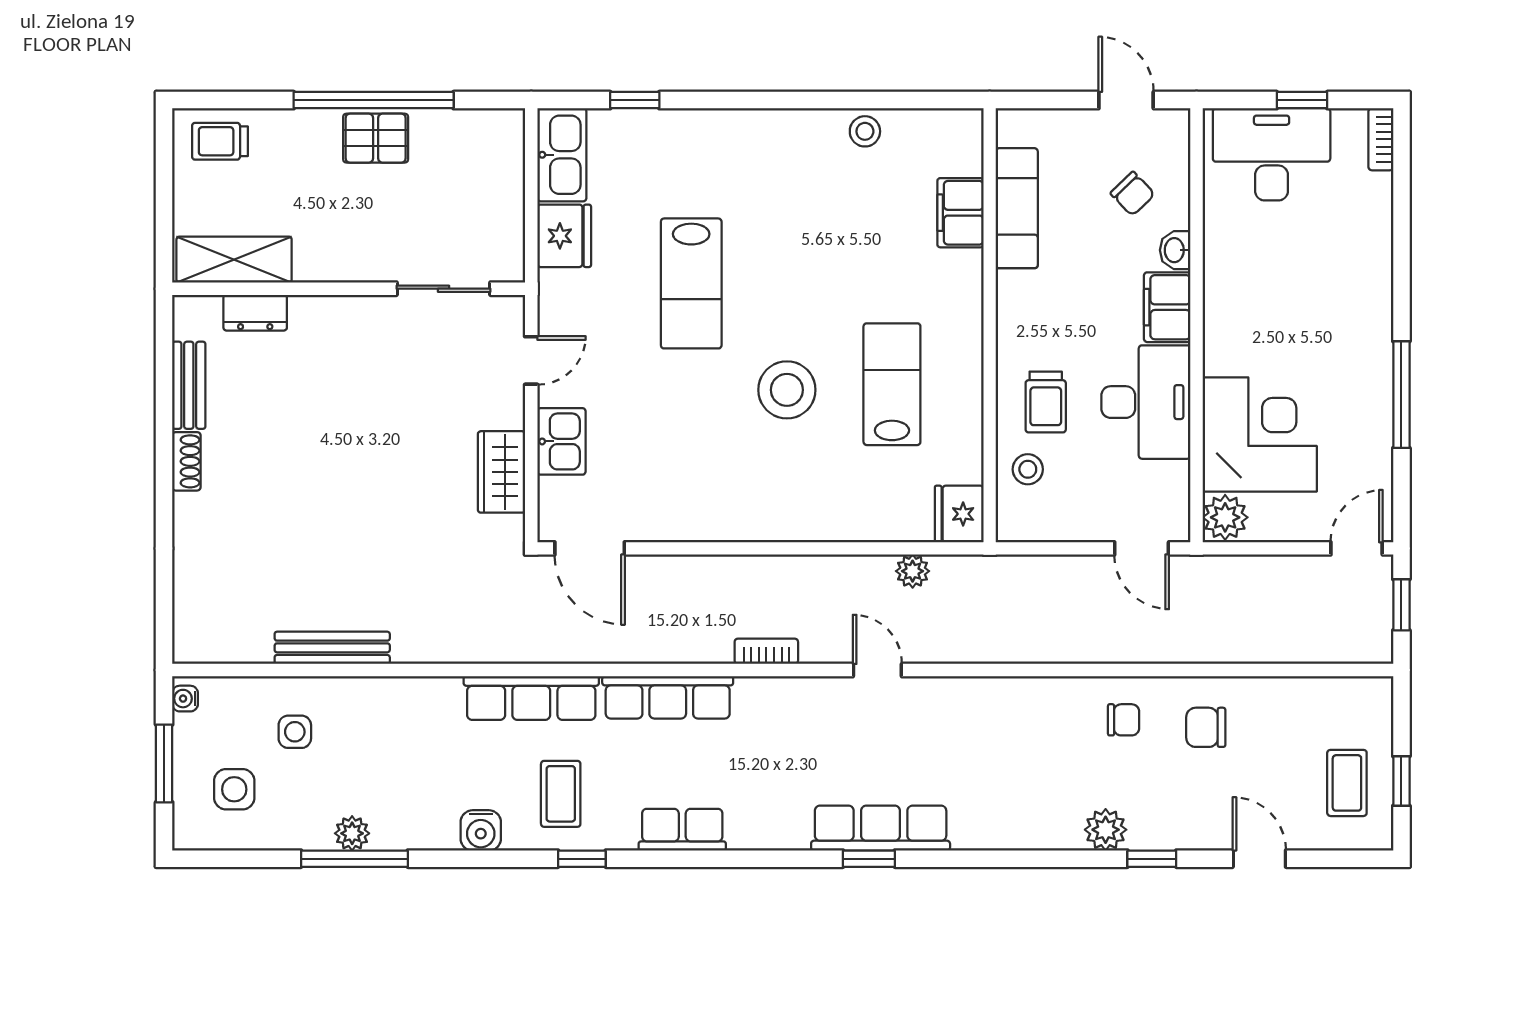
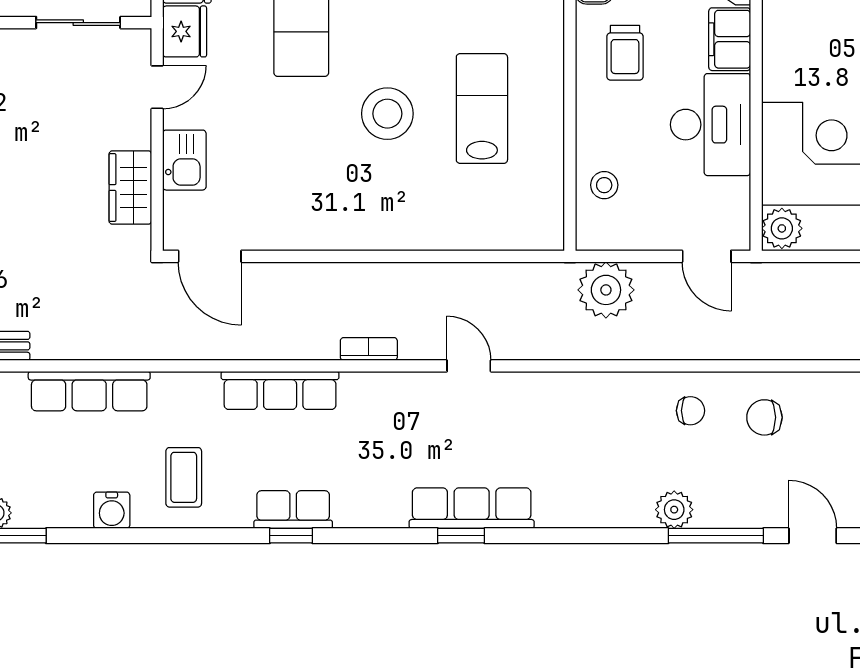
trolley: (1046, 402) -> (625, 53), moved
fridge: (959, 514) -> (185, 31), moved, turned 180
plant: (913, 571) -> (606, 290), moved, width x1.88, depth x1.88
row of seats: (531, 698) -> (89, 391), moved
window: (582, 859) -> (291, 536), moved
window: (1152, 859) -> (716, 536), width x2.17

